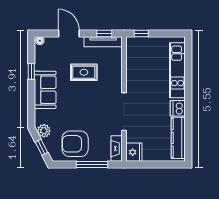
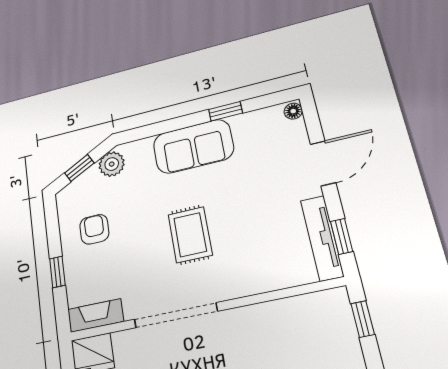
rug: (84, 72) -> (190, 235), moved
armchair: (75, 144) -> (94, 229), width x0.53, depth x0.53
window: (92, 165) -> (57, 272), width x0.46

